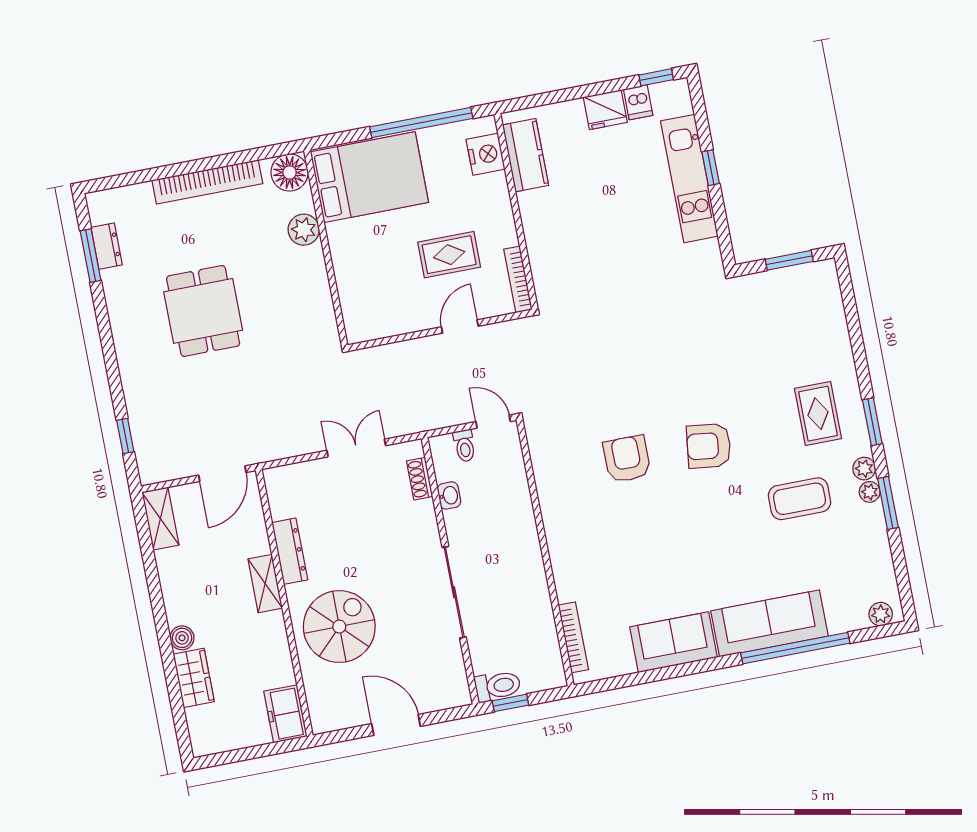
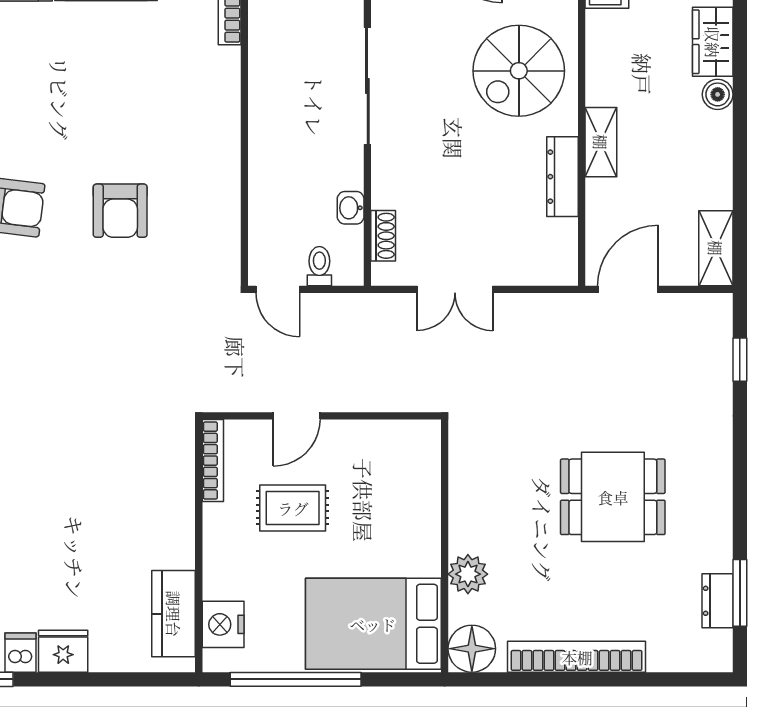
dining table: (203, 311) -> (613, 497), turned 90

